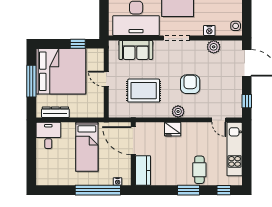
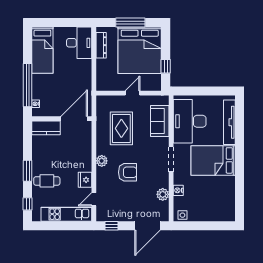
fridge: (173, 129) -> (85, 180), moved
desk: (48, 135) -> (79, 43), width x1.37
bed: (87, 147) -> (42, 50), moved, turned -90

